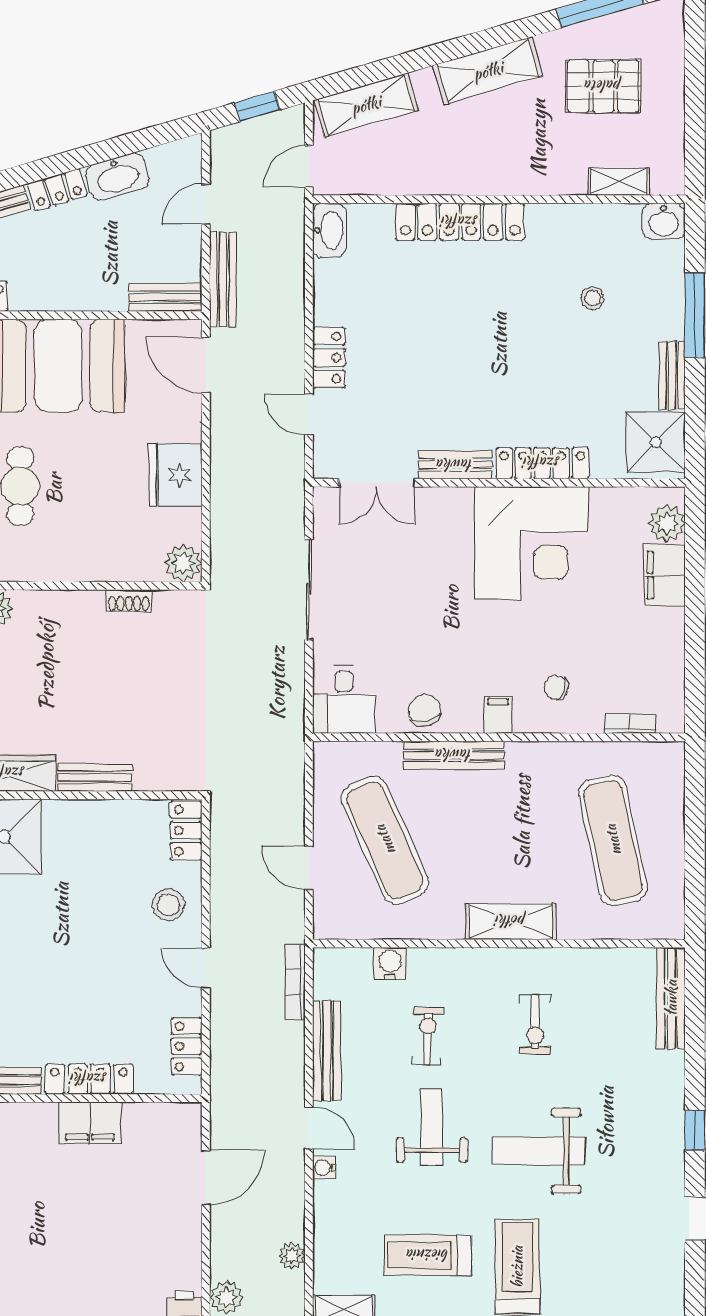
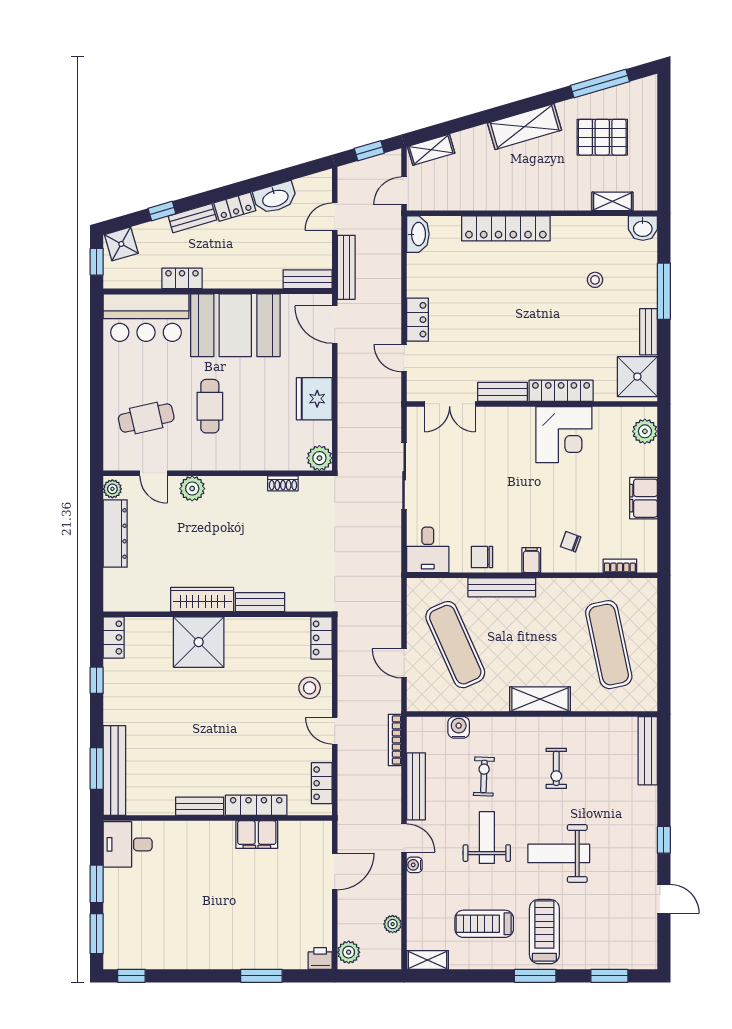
shelving: (366, 105) -> (431, 150), width x0.67, depth x0.75
corner desk: (531, 543) -> (564, 435), width x0.74, depth x0.74
filing cabinet: (665, 575) -> (643, 498), moved
chair: (425, 710) -> (482, 557), turned -78

